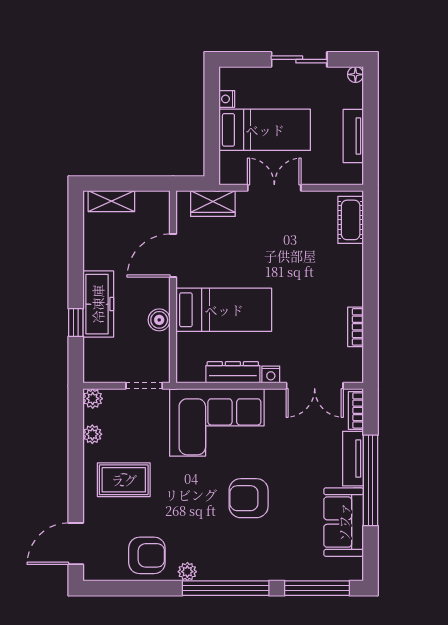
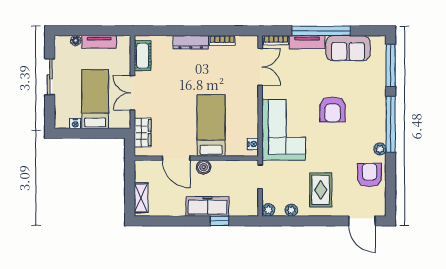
floor lamp: (355, 74) -> (76, 41), moved
cot: (351, 220) -> (143, 56), moved, turned 90
boiler: (159, 320) -> (204, 167), moved
dresser: (233, 372) -> (191, 42), moved, turned -90
nightstand: (271, 374) -> (253, 144), moved

